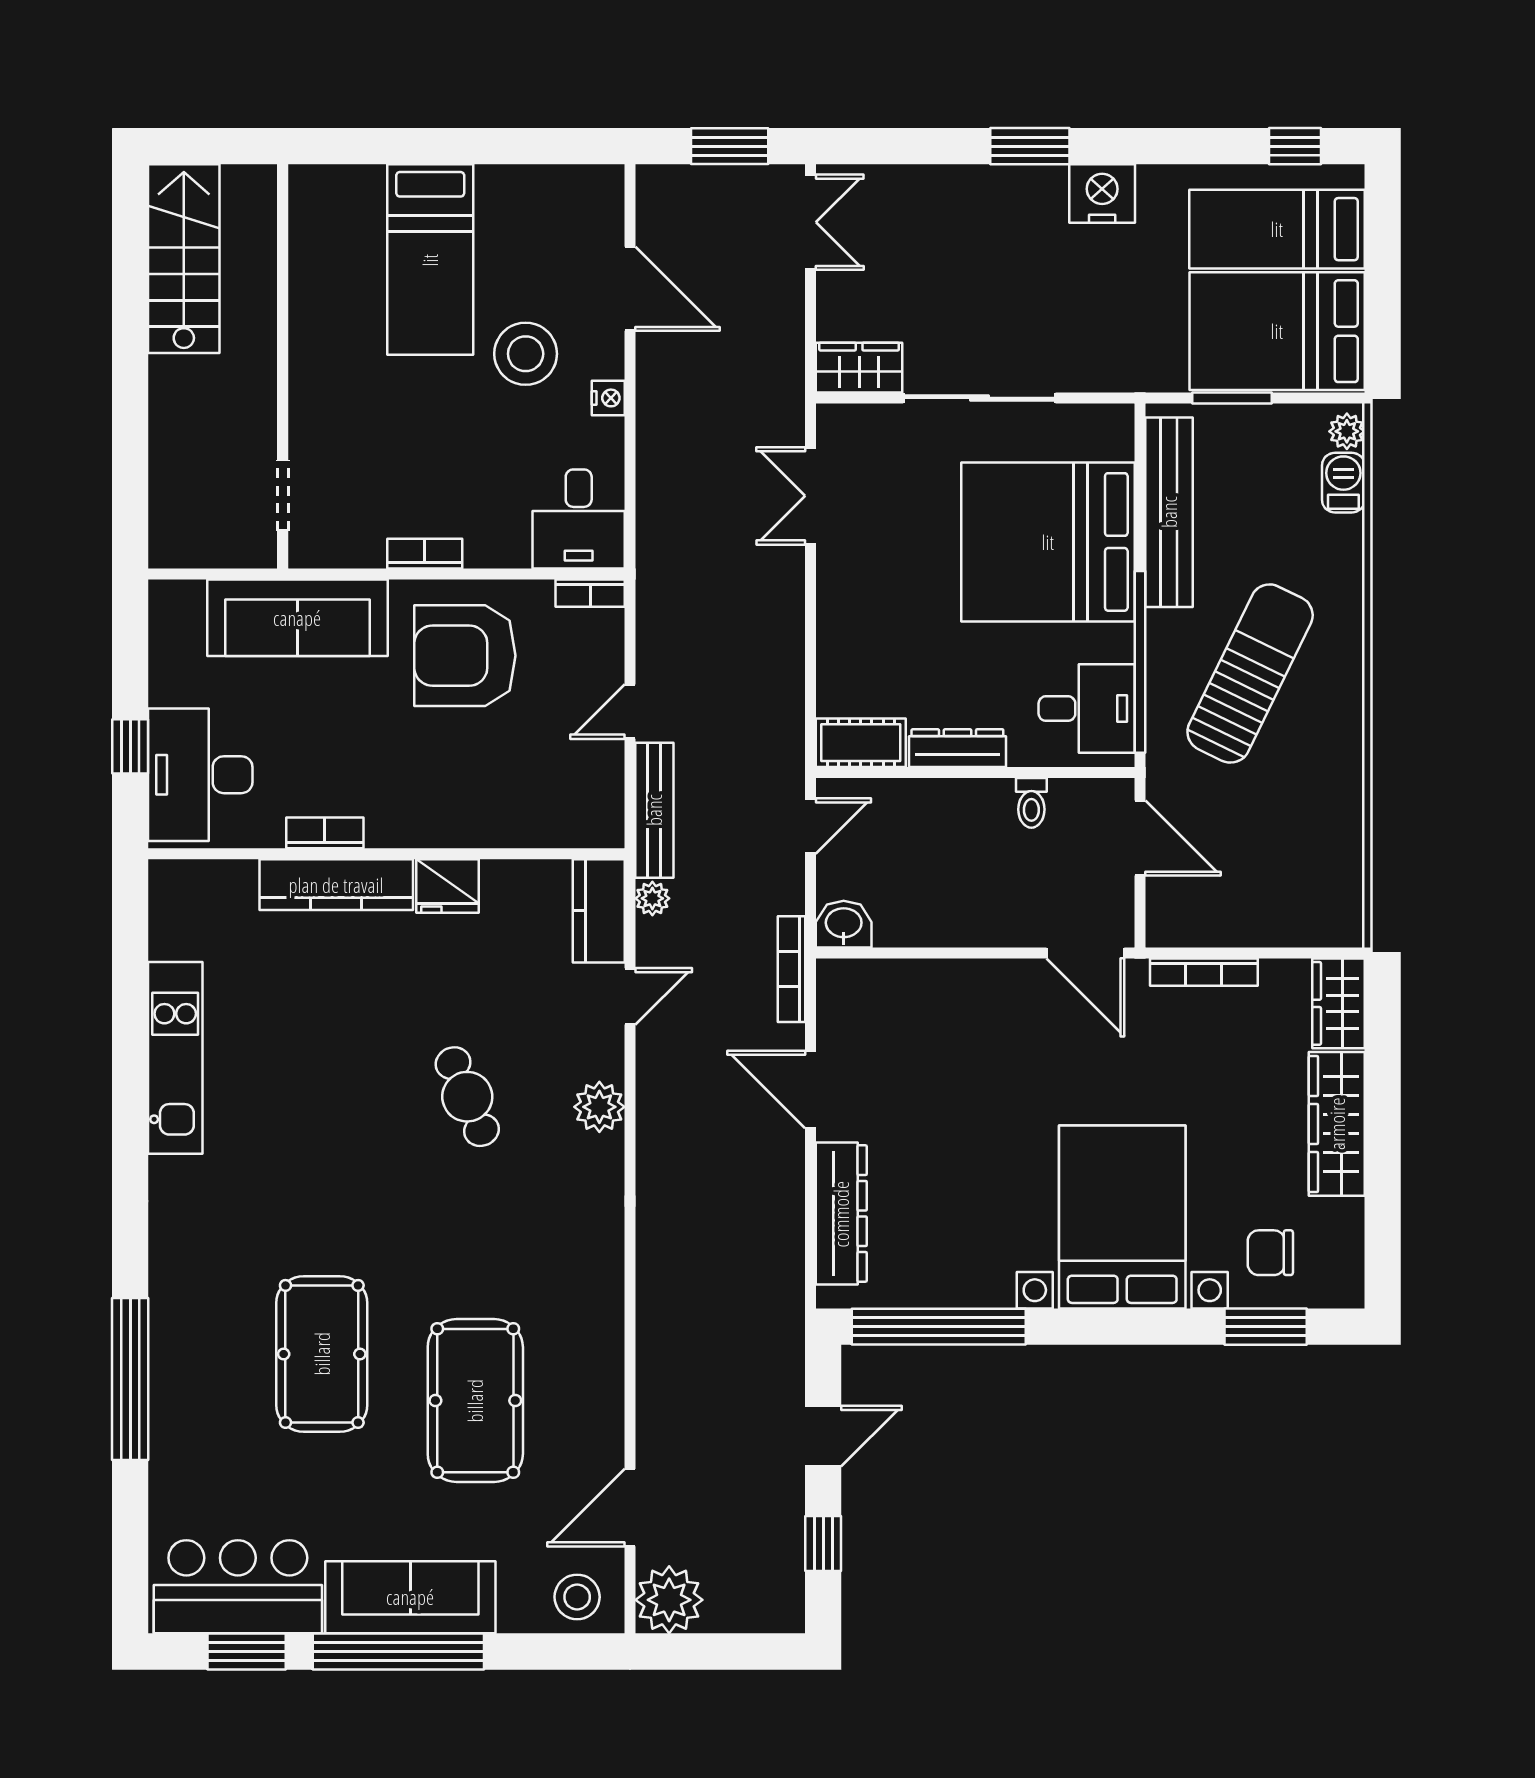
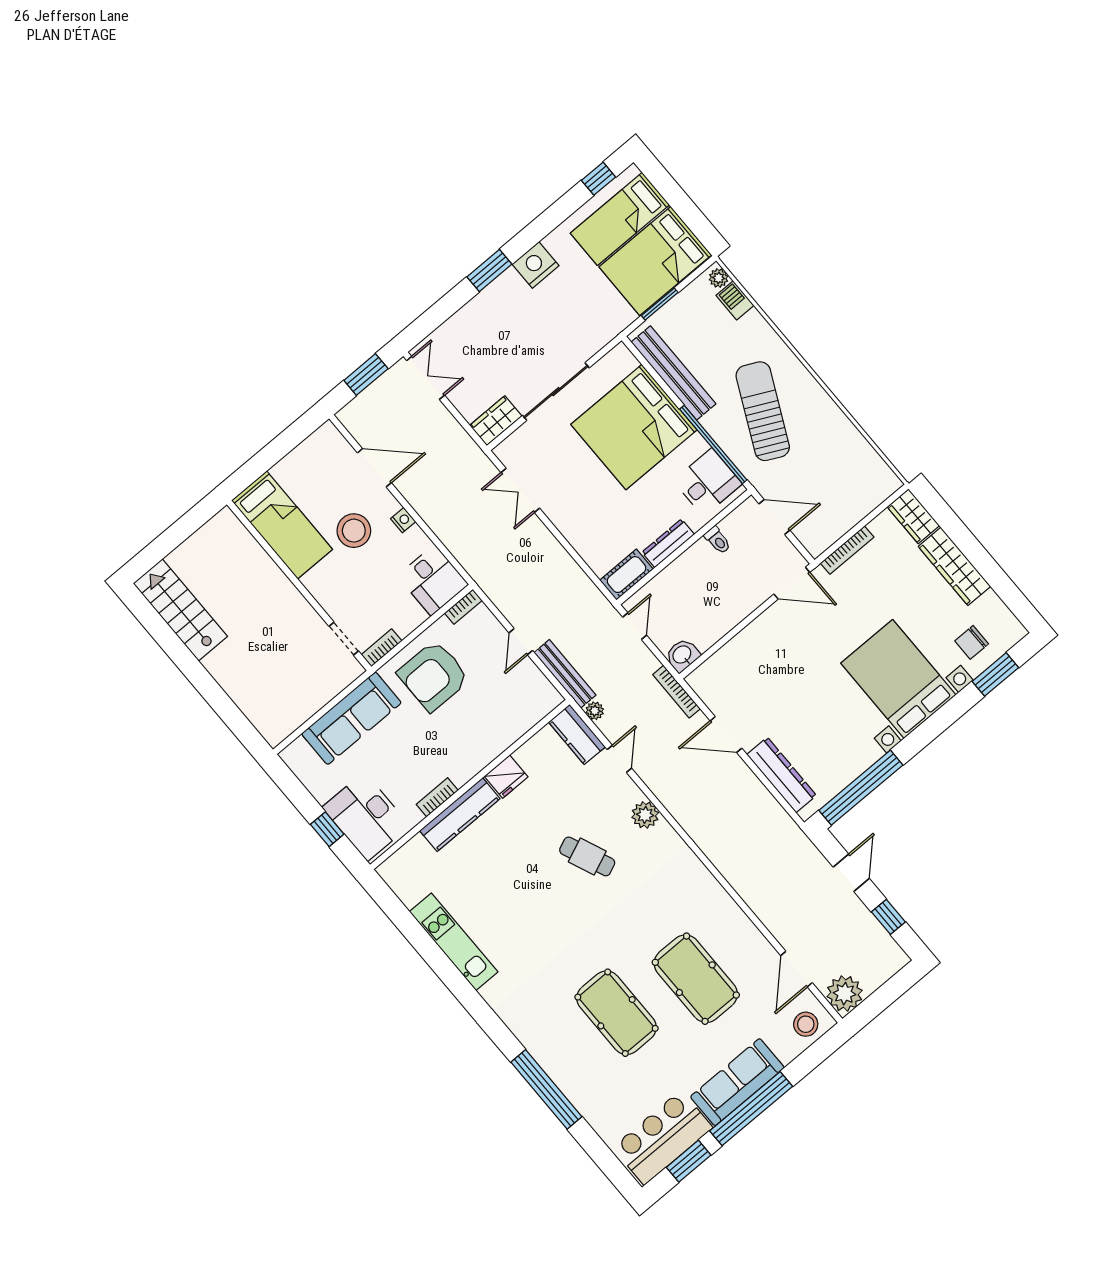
wall: (283, 366) -> (299, 586), moved
doorway: (283, 495) -> (344, 639), moved

